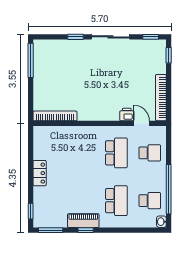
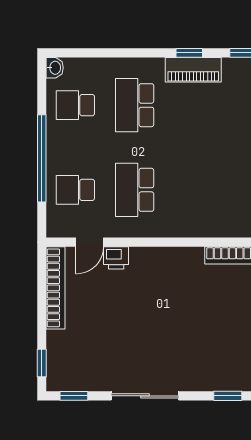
window: (76, 37) -> (228, 396), moved
door: (142, 123) -> (90, 242), hinge flipped
window: (169, 189) -> (42, 158), moved

